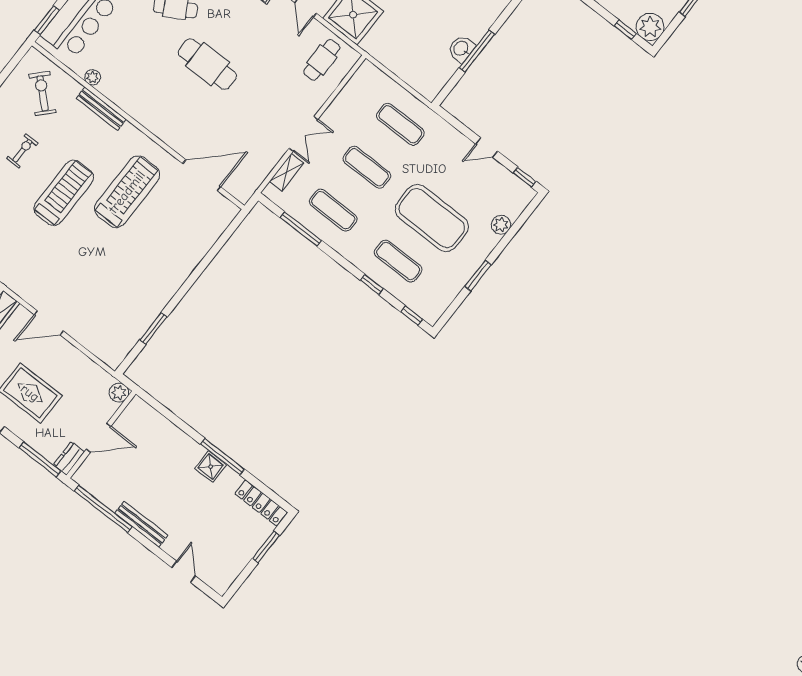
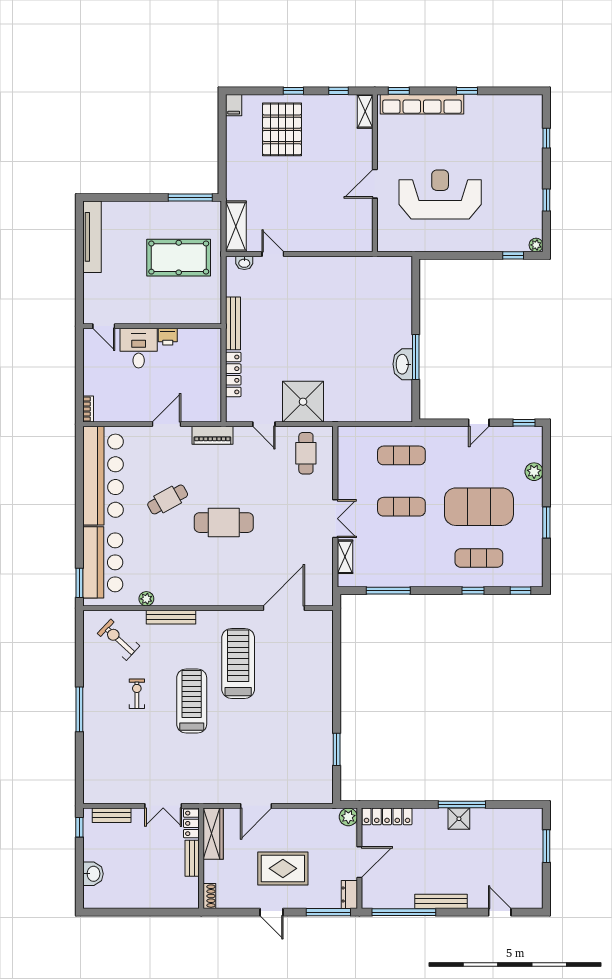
plant: (650, 27) -> (536, 245), width x0.53, depth x0.53
washbasin: (461, 49) -> (403, 364), width x1.38
exercise mat: (333, 210) -> (401, 558), removed
locker: (261, 503) -> (387, 816), moved

